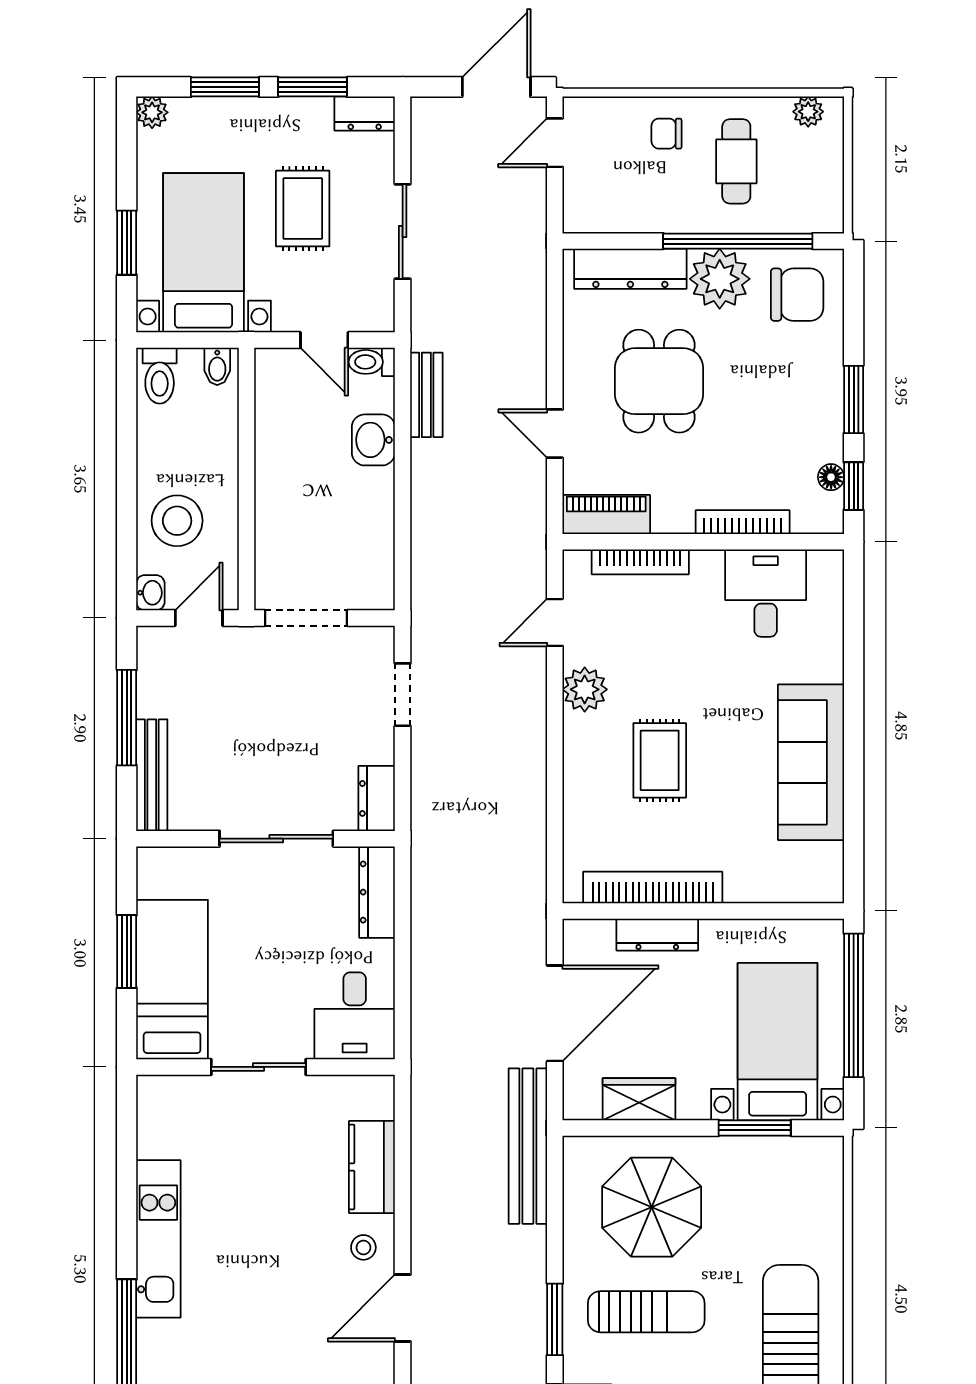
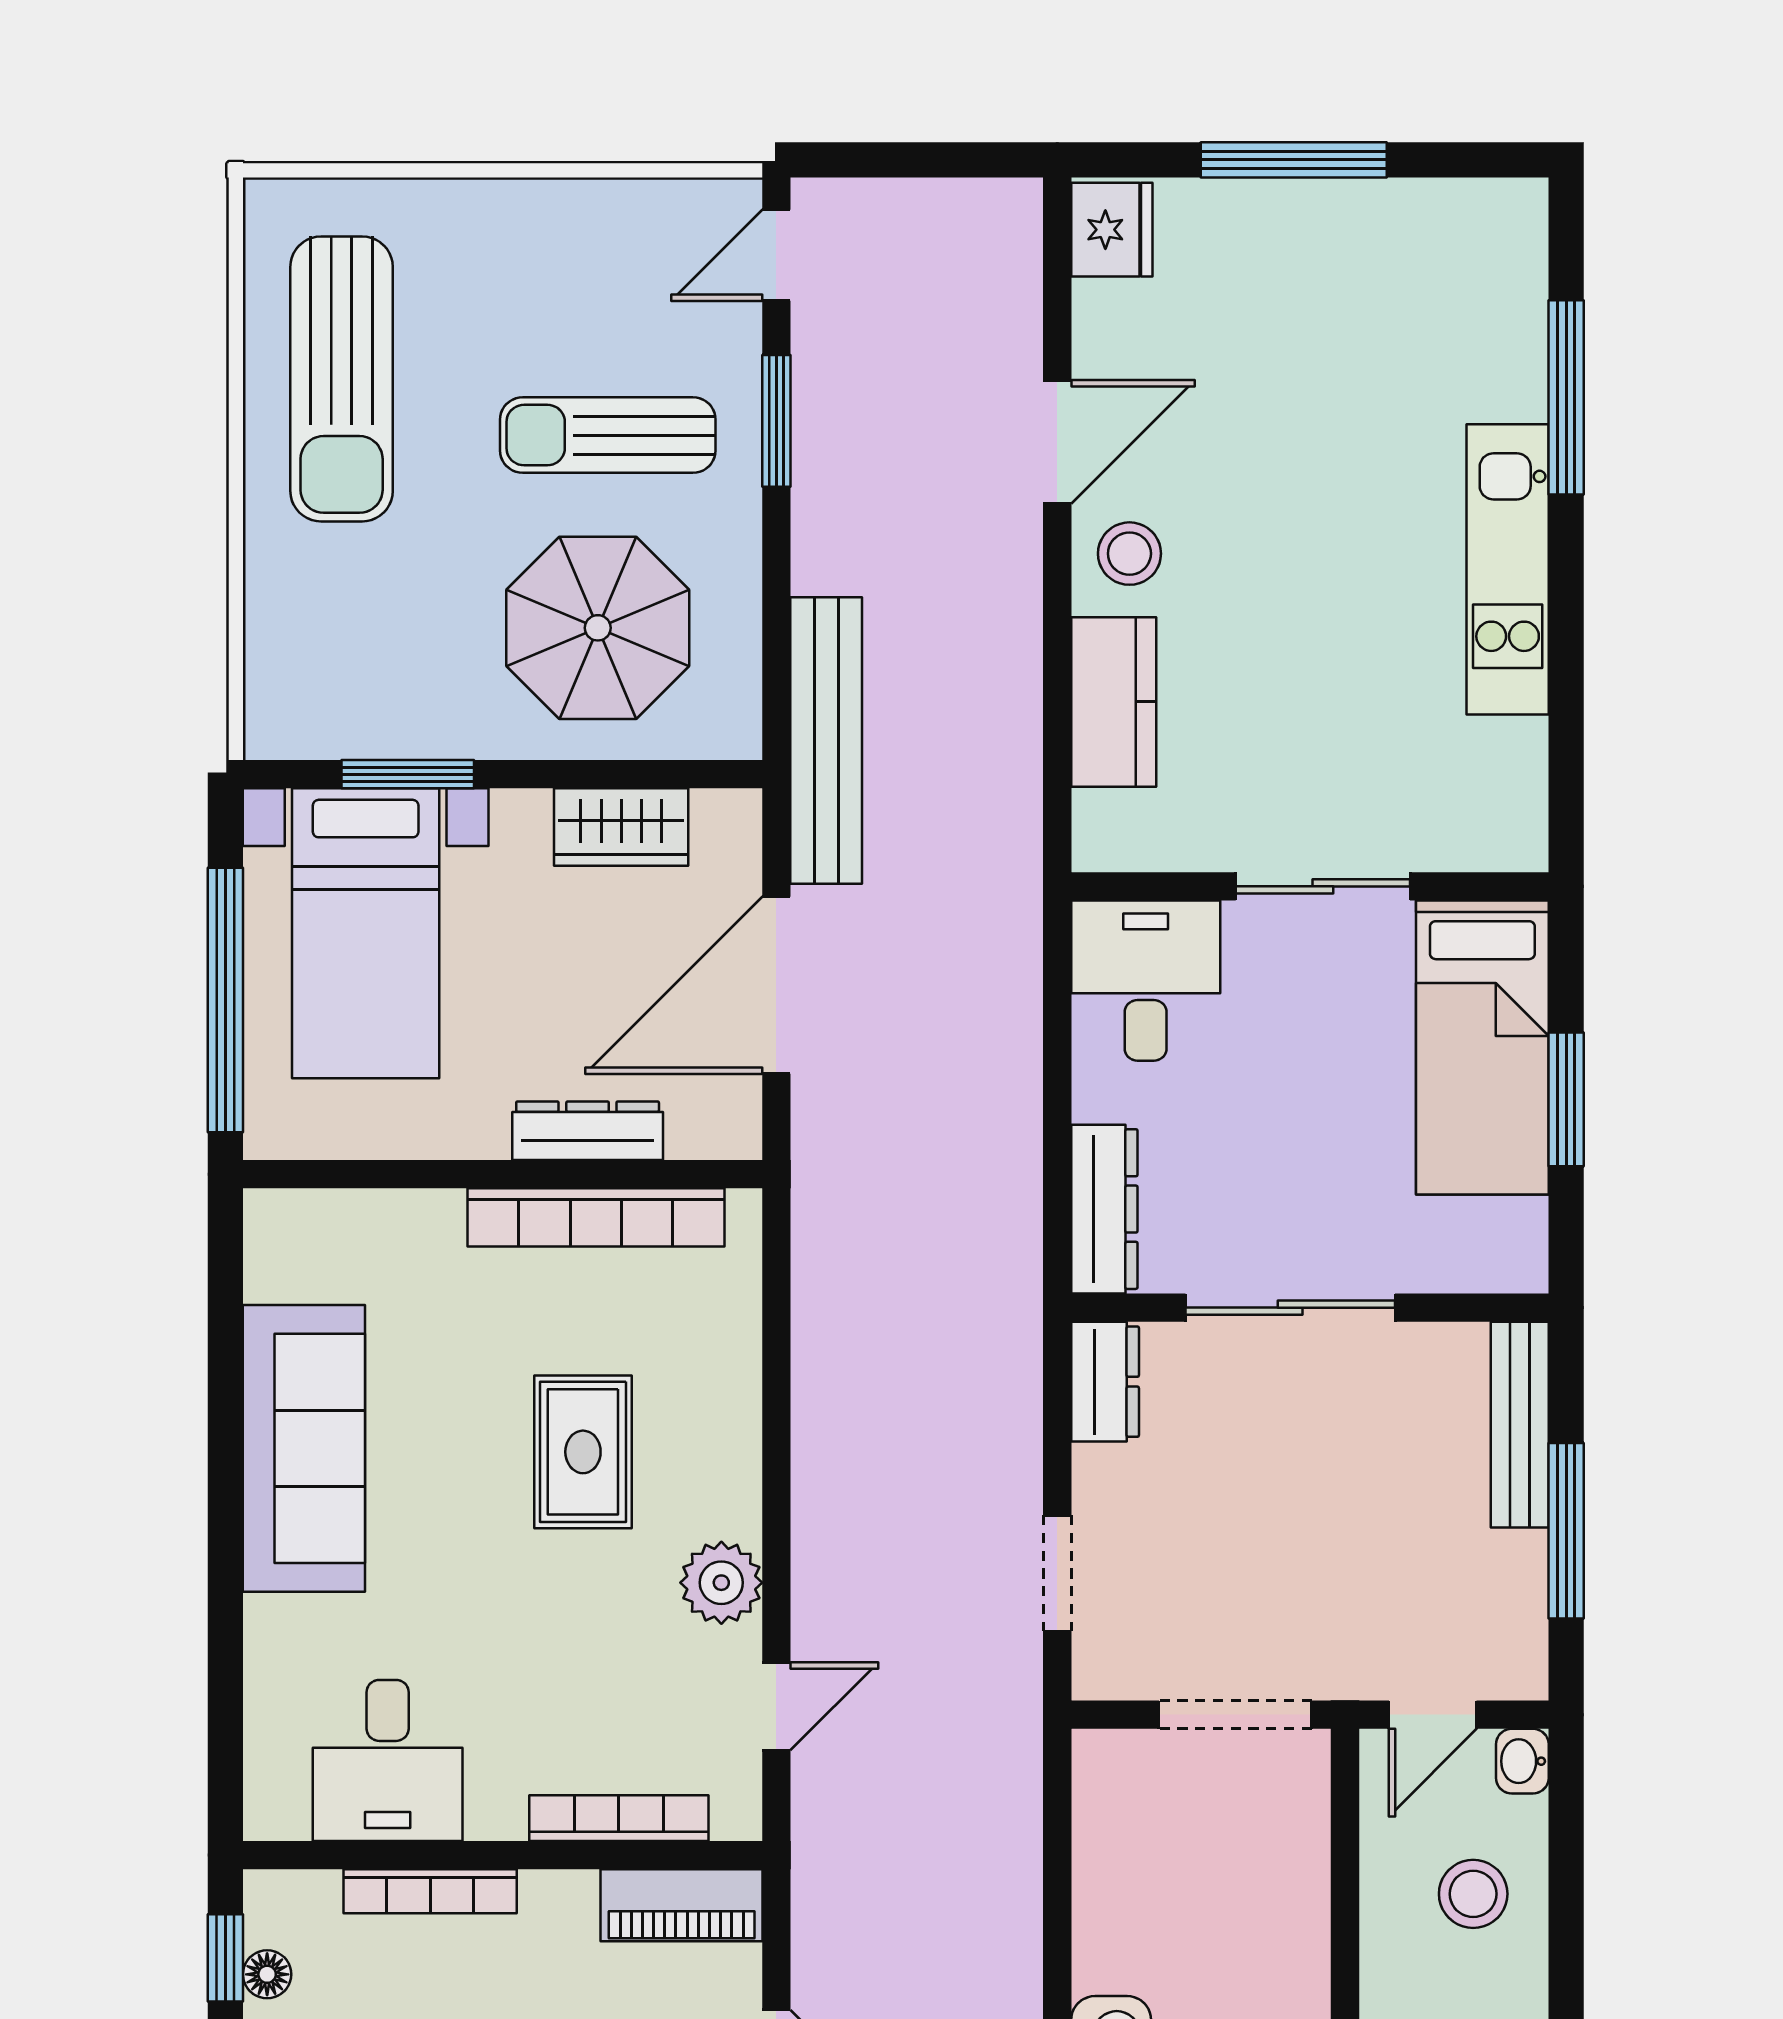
stool: (177, 521) -> (1473, 1894), width x0.73, depth x0.73
stool: (363, 1247) -> (1129, 554), width x1.37, depth x1.37

